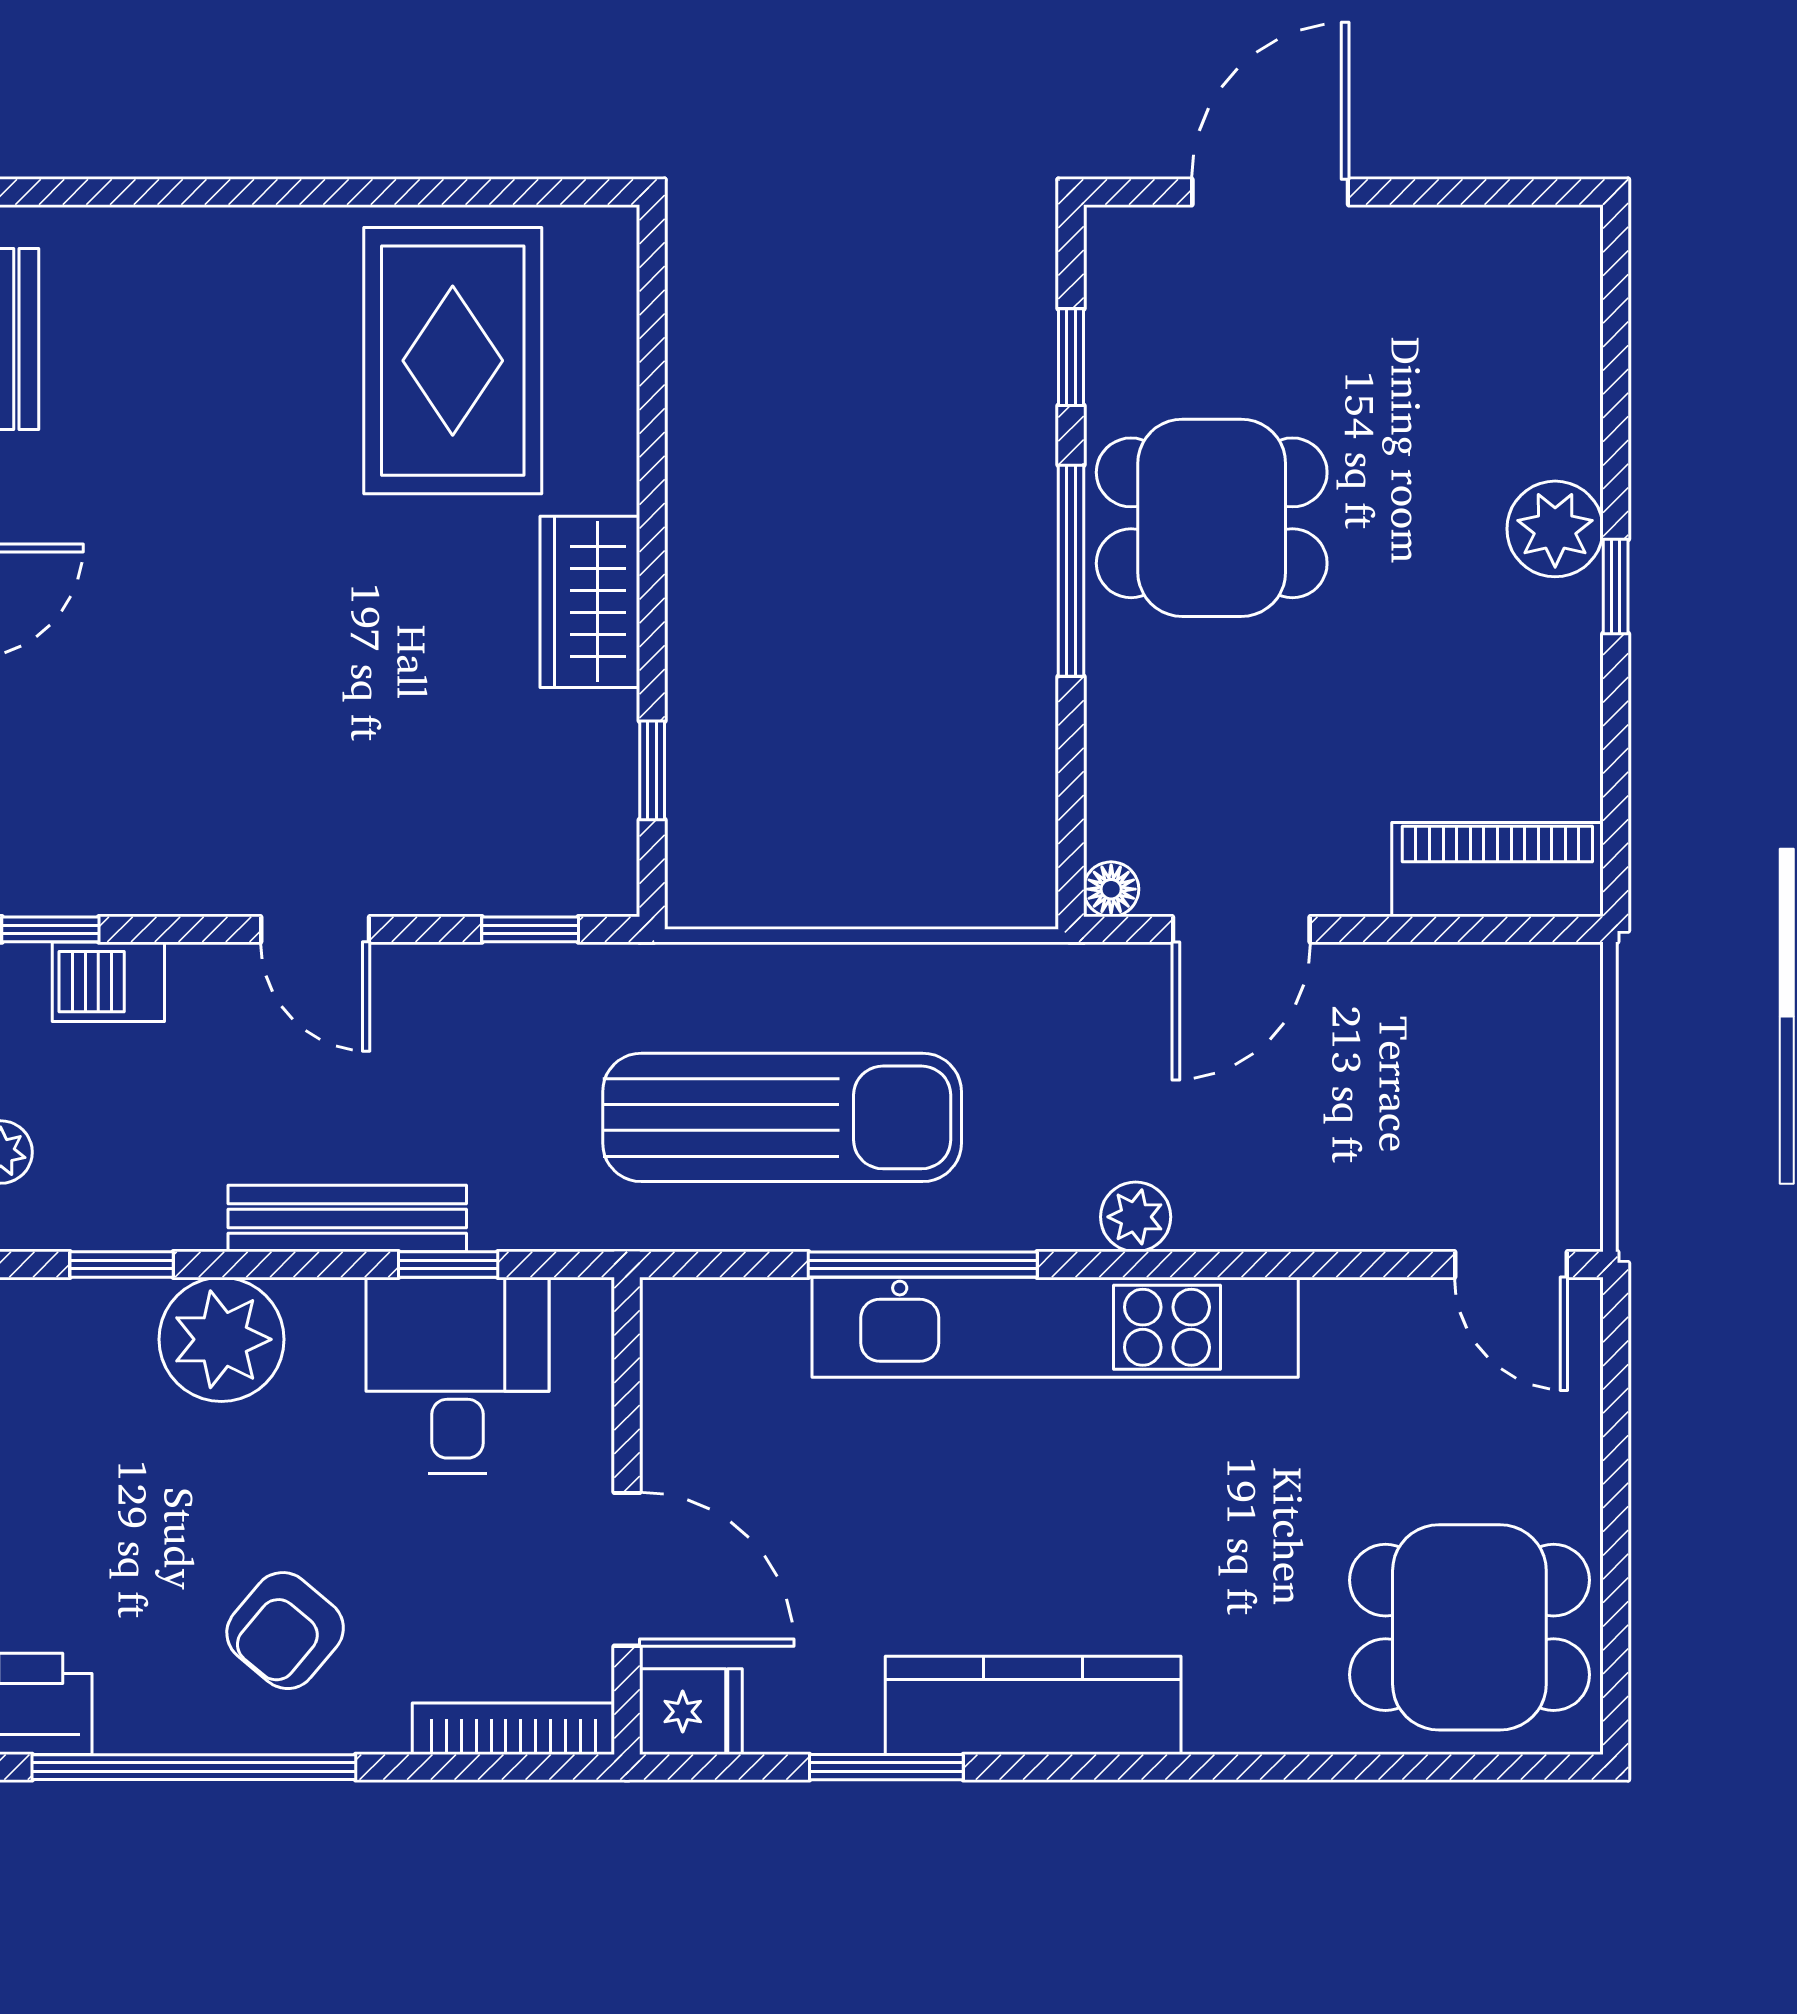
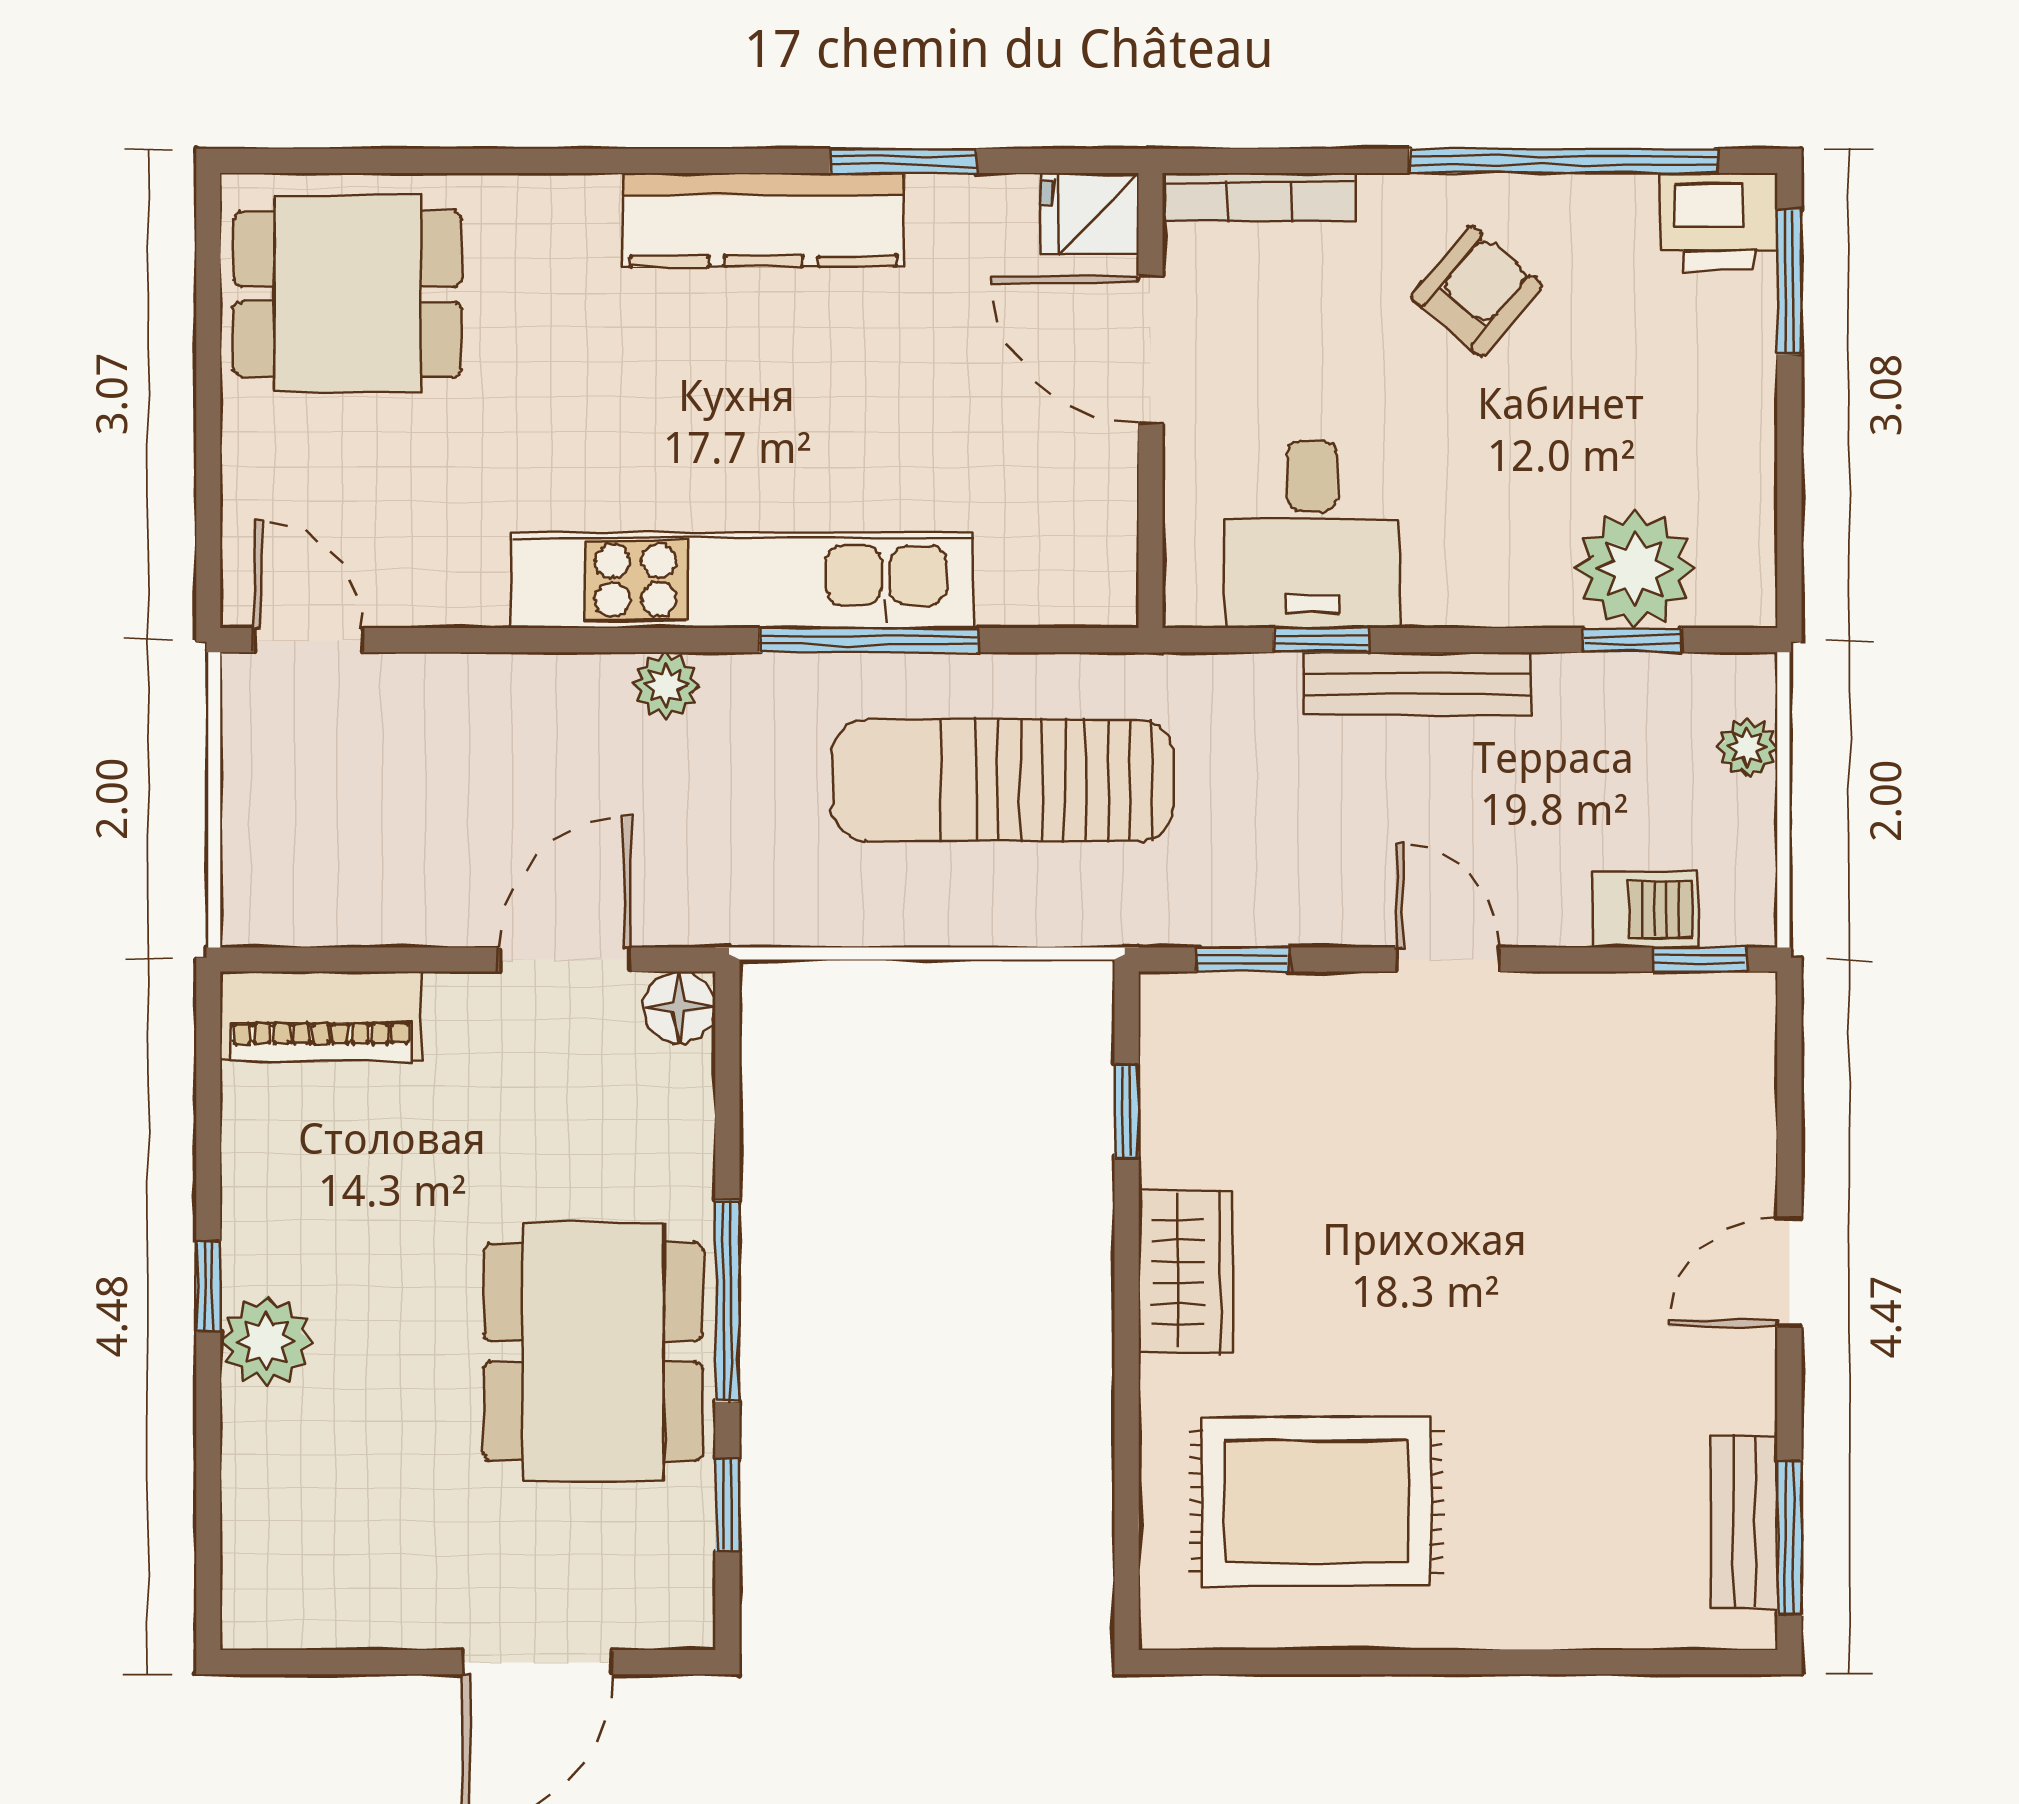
rug: (453, 361) -> (1317, 1501), turned 90
dining table: (1212, 518) -> (593, 1352), width x1.38
floor lamp: (1111, 889) -> (679, 1007), width x1.37, depth x1.37
plant: (221, 1339) -> (1635, 569), moved

